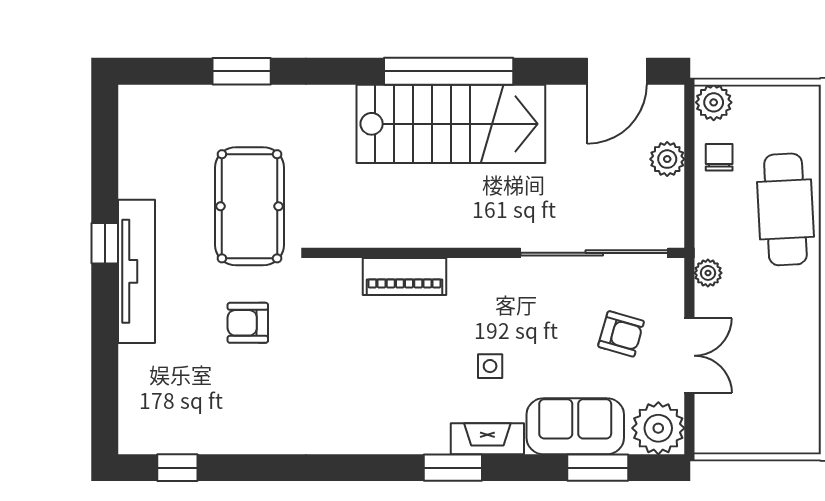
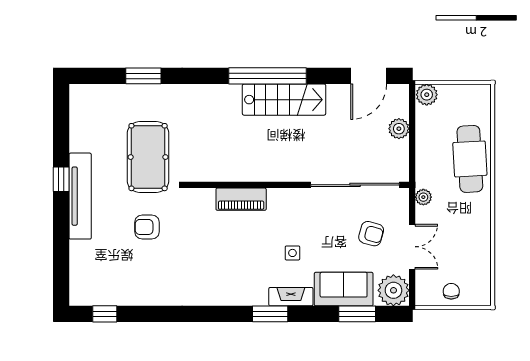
stairs: (451, 124) -> (284, 100), width x0.73, depth x0.66
chair: (719, 157) -> (451, 291), moved

